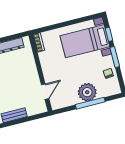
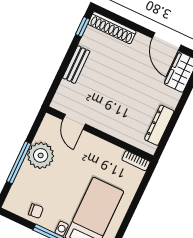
plant: (87, 92) -> (41, 155), moved

